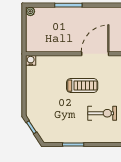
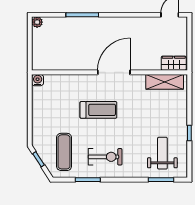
exercise bike: (102, 113) -> (105, 157), moved
exercise mat: (53, 121) -> (64, 152), added

